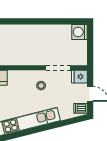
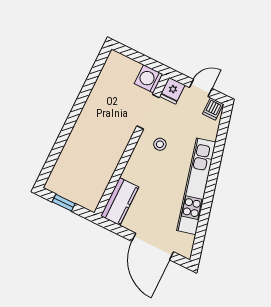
washing machine: (79, 32) -> (149, 79), moved, turned 90

